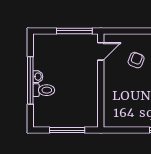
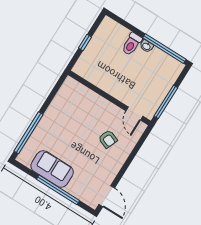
window: (30, 80) -> (164, 49), moved
window: (67, 130) -> (85, 43), width x0.46

